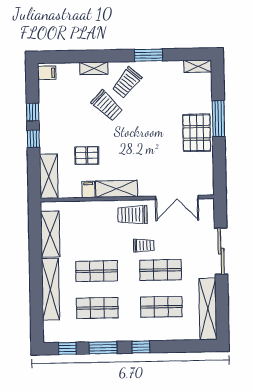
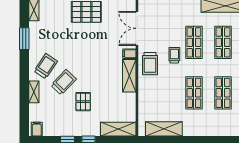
window: (148, 55) -> (24, 39), moved
trolley: (127, 83) -> (46, 66), turned -96
pallet: (87, 156) -> (83, 102), moved
filing cabinet: (88, 189) -> (129, 54), moved
double door: (177, 197) -> (137, 28), swing flipped
shelving: (50, 289) -> (207, 129), removed

